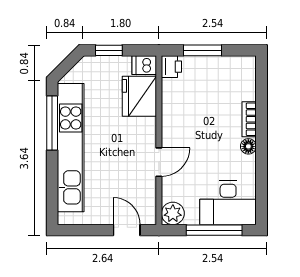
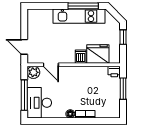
dishwasher: (144, 65) -> (81, 57), moved
kitchen unit: (71, 148) -> (79, 16), width x0.73
door: (159, 162) -> (51, 65), moved
door: (127, 230) -> (24, 47), swing flipped

